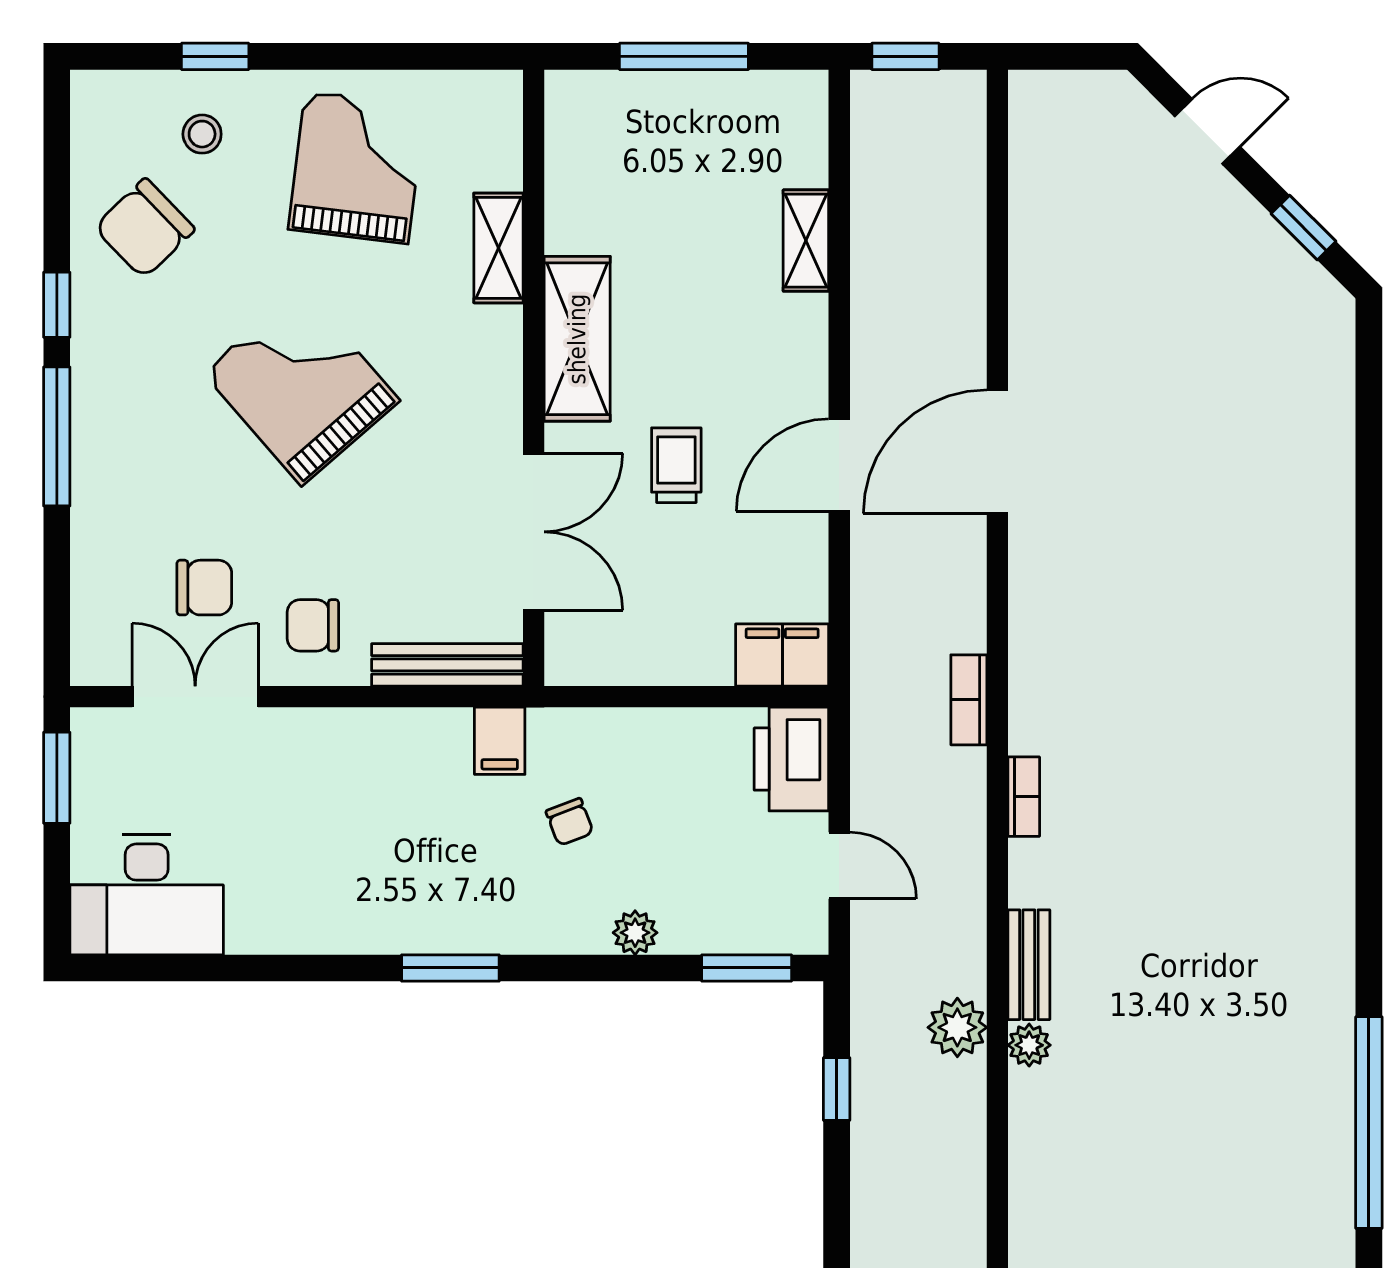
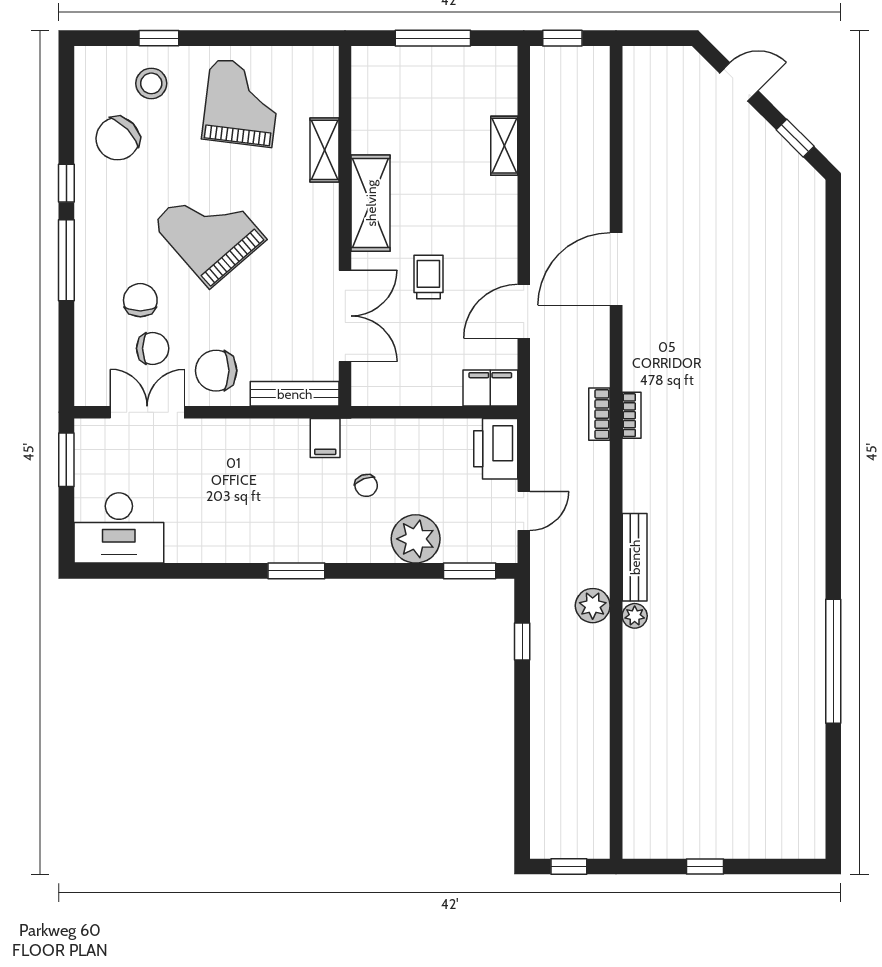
stool: (202, 134) -> (151, 83), width x1.37, depth x1.37
door: (839, 465) -> (524, 311), moved
chair: (183, 505) -> (140, 300), added
chair: (313, 625) -> (216, 371), width x1.37, depth x1.37
bookcase: (1024, 797) -> (632, 415), moved
door: (839, 865) -> (524, 511), hinge flipped
plant: (635, 933) -> (416, 539), width x1.88, depth x1.88
bench: (1029, 965) -> (635, 557), width x1.36

